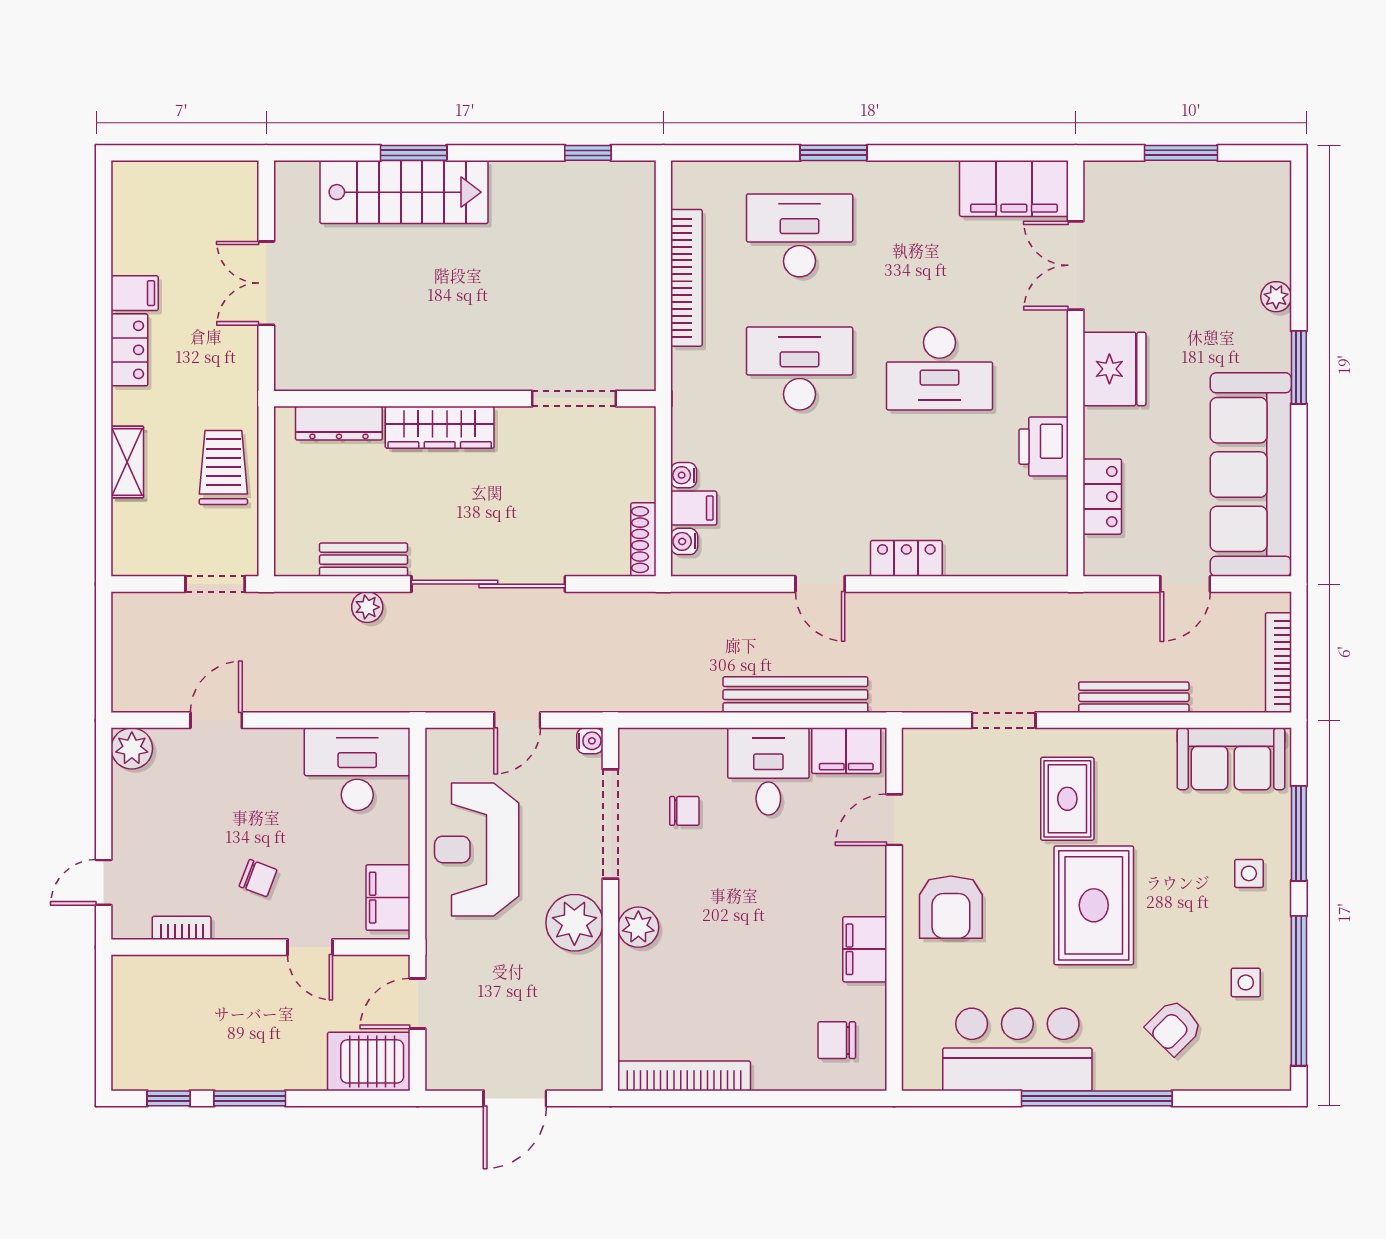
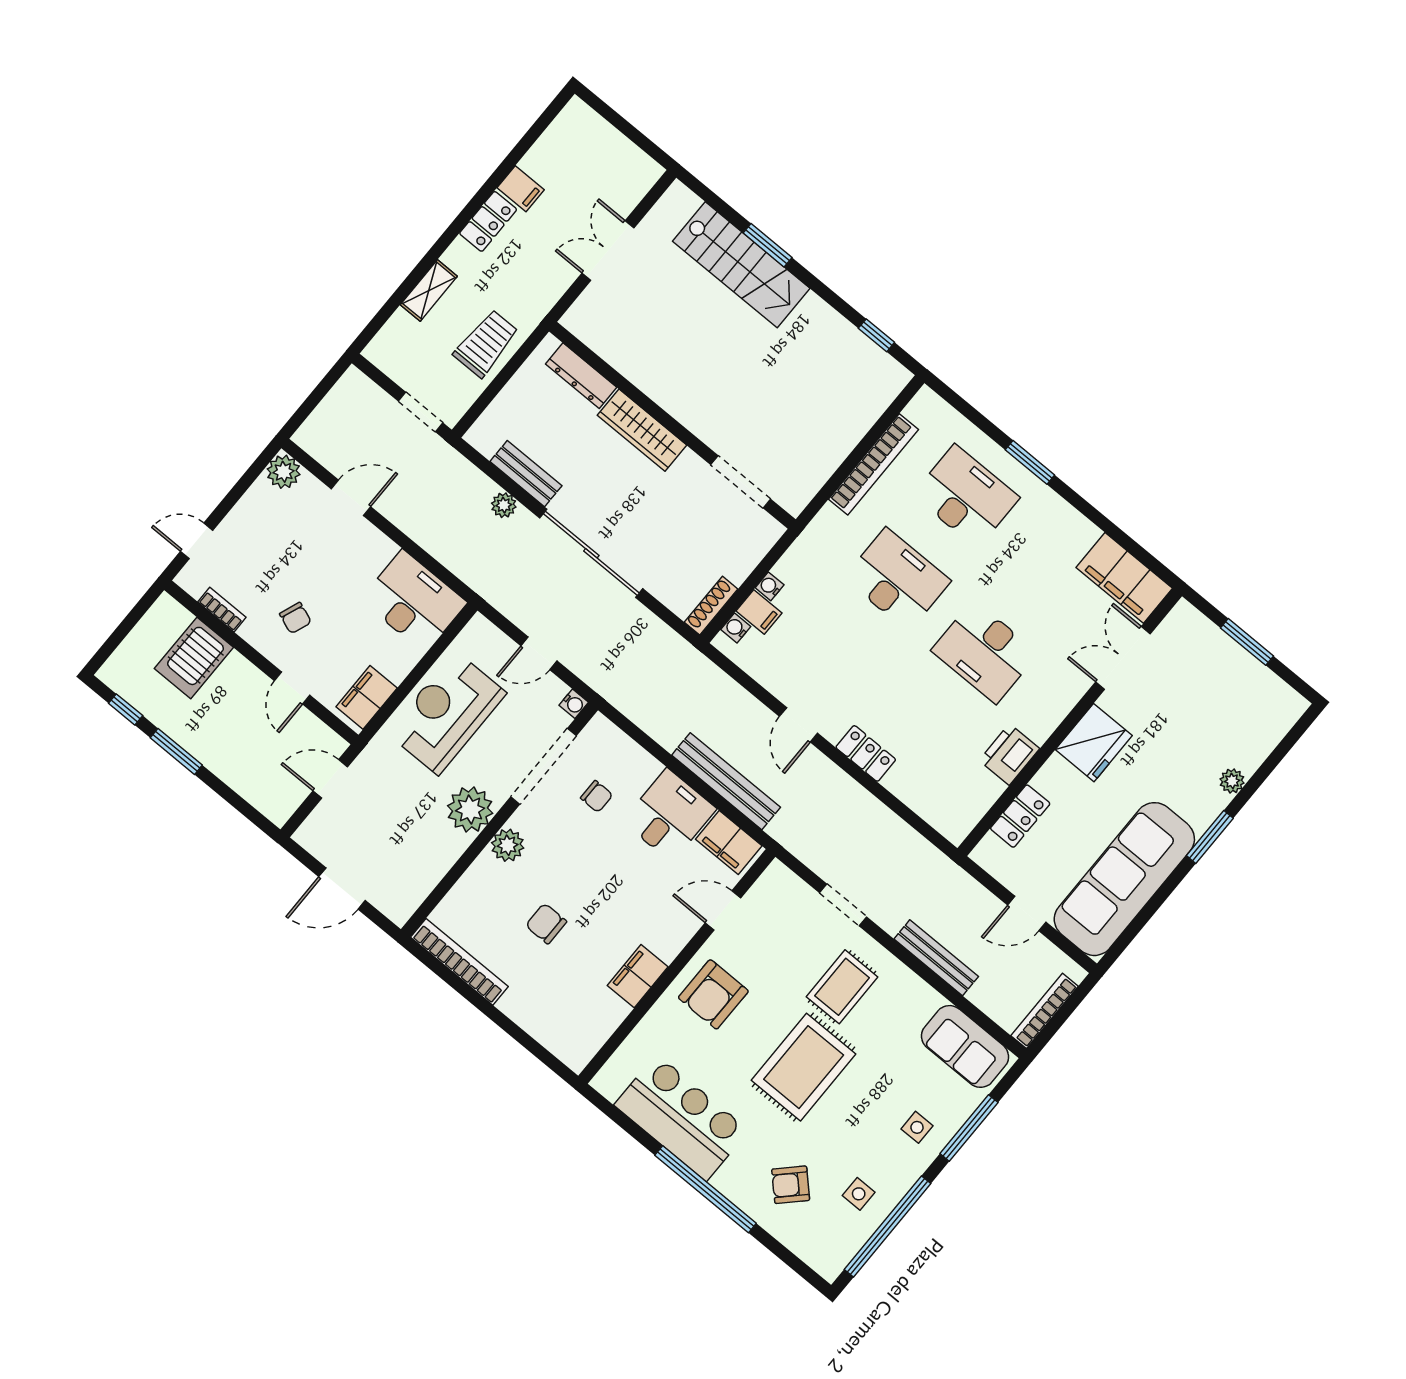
chair: (837, 1040) -> (546, 924), moved
server rack: (369, 1061) -> (194, 658), moved, turned -90

